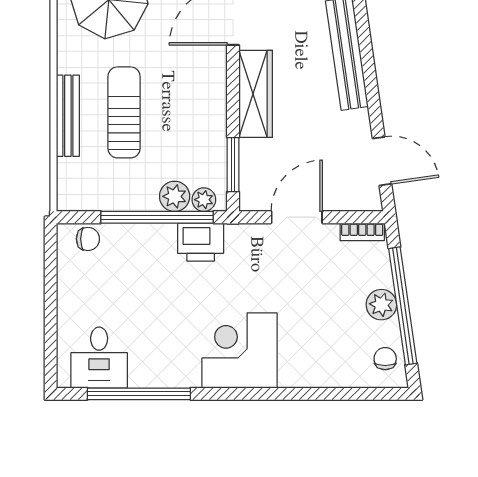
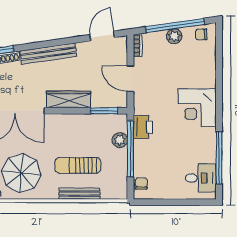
plant: (204, 200) -> (122, 125), removed

